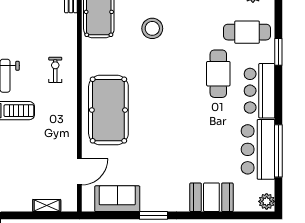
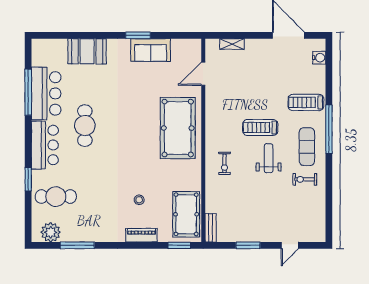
stool: (152, 28) -> (139, 200), width x0.53, depth x0.53
cafe table: (218, 74) -> (85, 126), moved
sofa: (117, 199) -> (151, 50), moved
plant: (267, 201) -> (39, 48), removed

